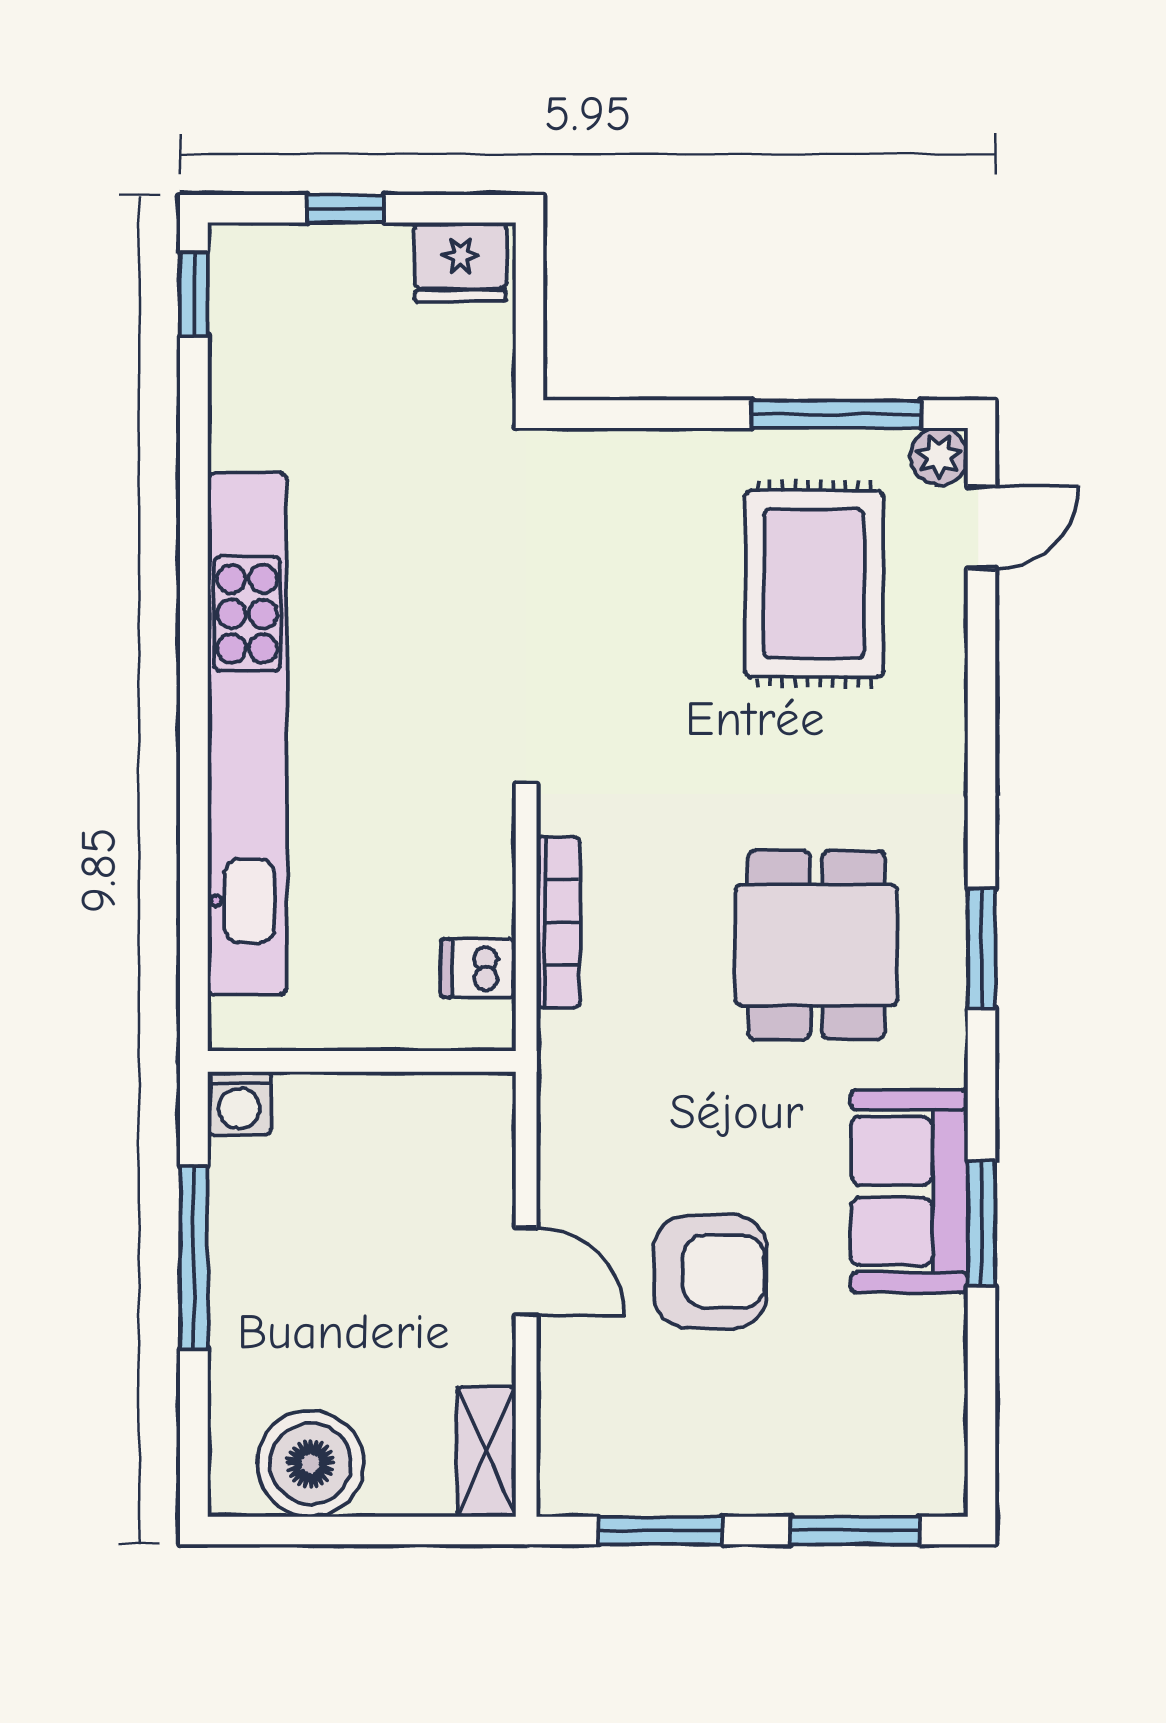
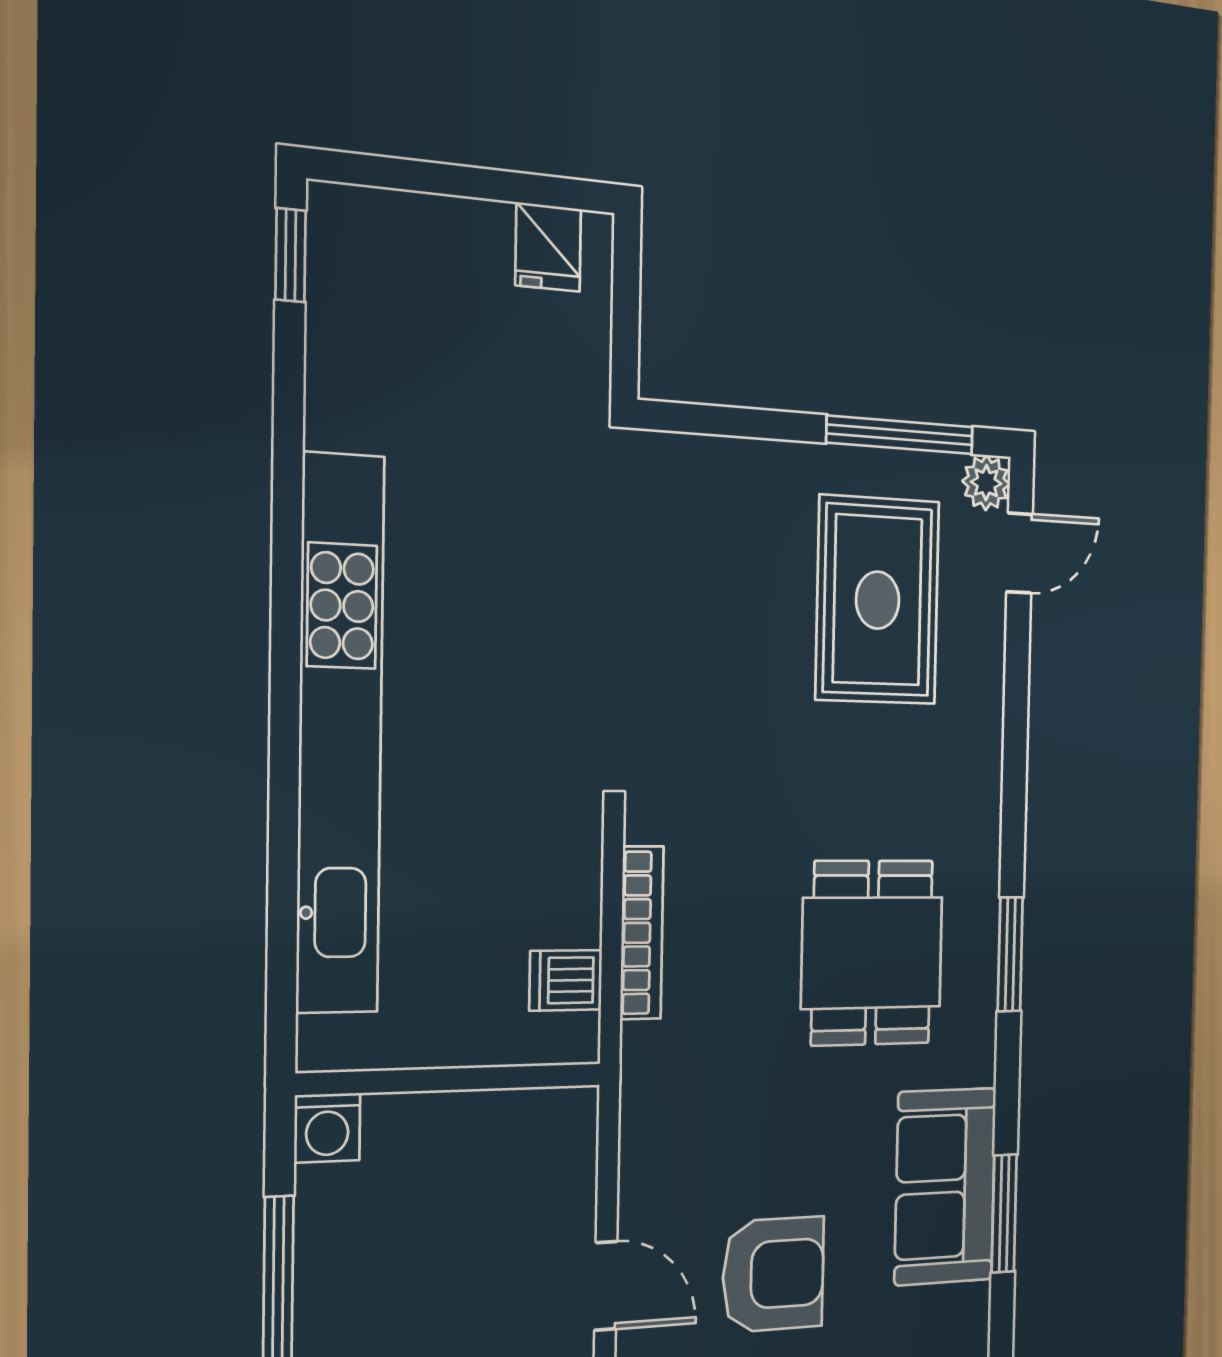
window: (346, 209) -> (448, 179), removed
fridge: (460, 262) -> (548, 247), width x0.72

